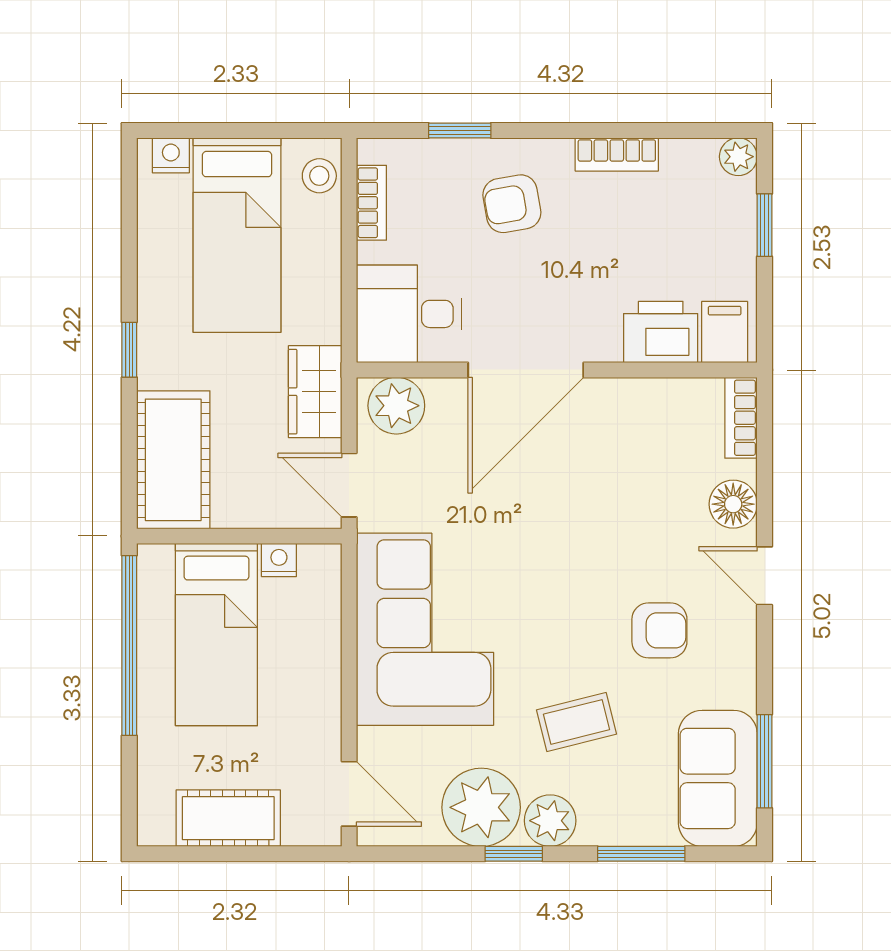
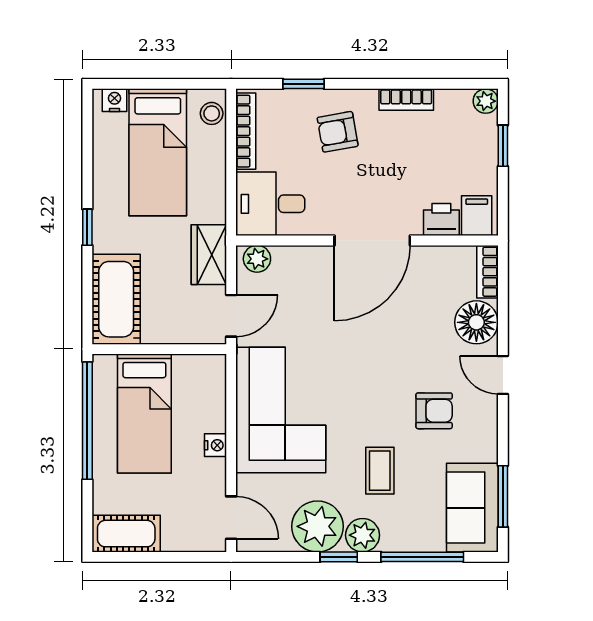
bookcase: (371, 203) -> (246, 131), width x1.56
printer: (661, 332) -> (441, 220), width x0.73, depth x0.81
door: (526, 370) -> (372, 240), moved
plant: (396, 406) -> (257, 259), width x0.73, depth x0.73
door: (349, 485) -> (231, 316), swing flipped
floor lamp: (733, 504) -> (476, 322), width x1.38, depth x1.38
nightstand: (279, 560) -> (216, 445), moved, turned 90
coffee table: (577, 722) -> (380, 471), turned -76
cot: (228, 818) -> (126, 534), moved
window: (641, 854) -> (422, 557), width x1.44

